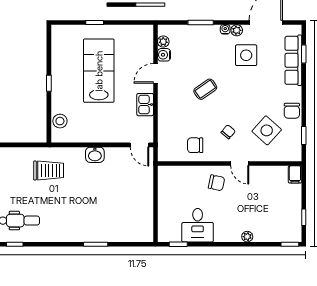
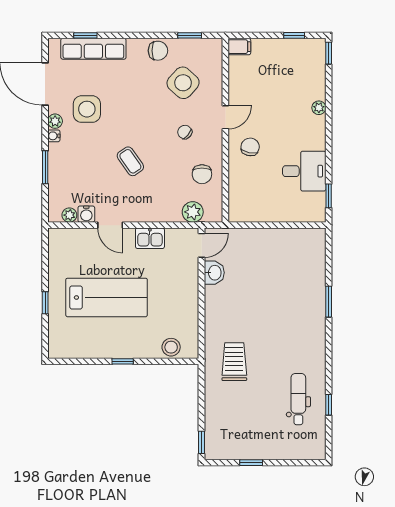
lab bench: (99, 71) -> (107, 297), turned 180
plant: (166, 138) -> (193, 212), added
washbasin: (95, 155) -> (214, 273), moved

